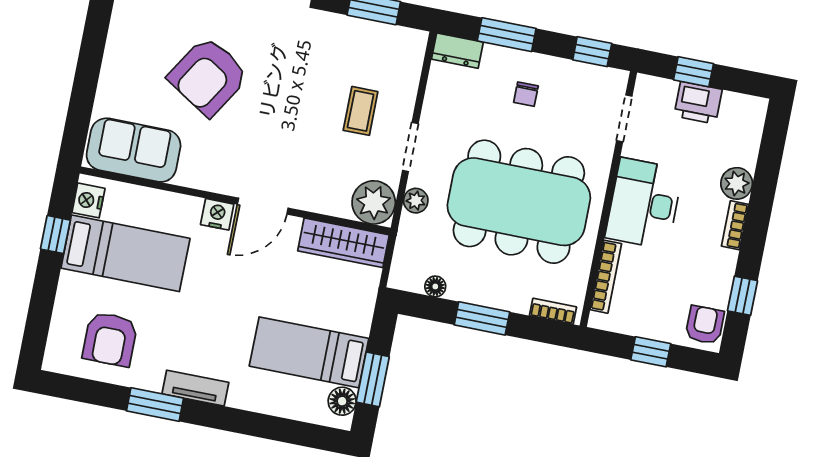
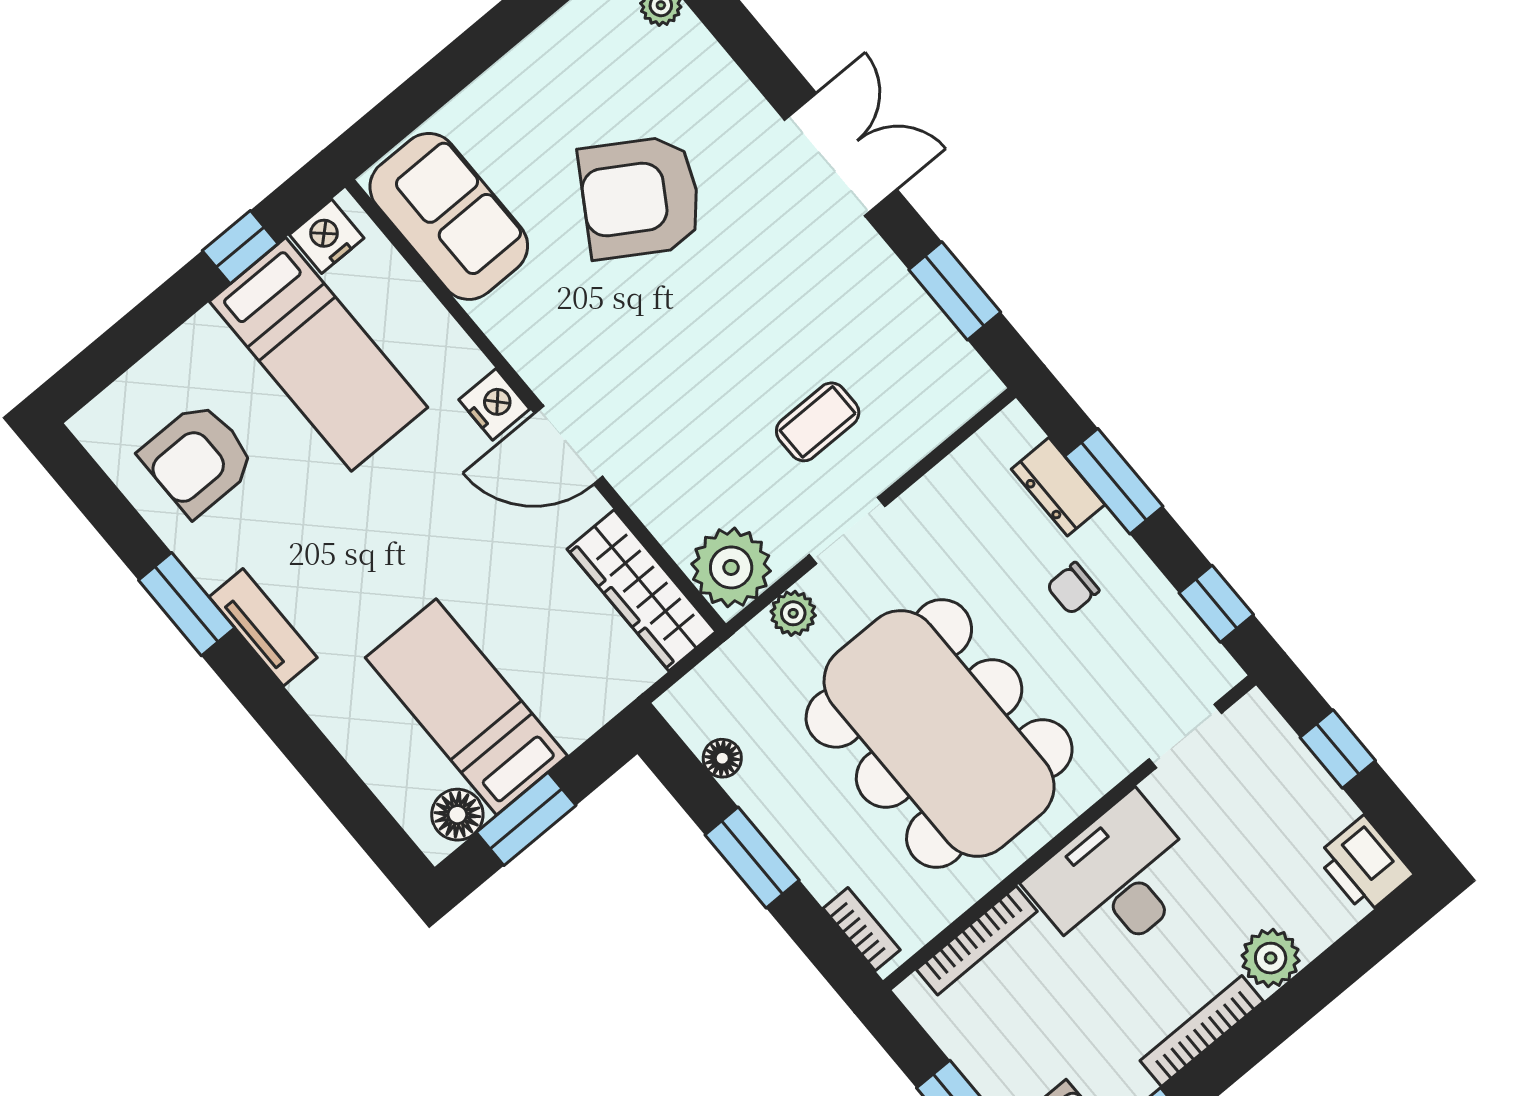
dresser: (457, 51) -> (1058, 487), moved
printer: (698, 103) -> (1364, 865), moved
bookcase: (735, 225) -> (1202, 1031), width x1.56

